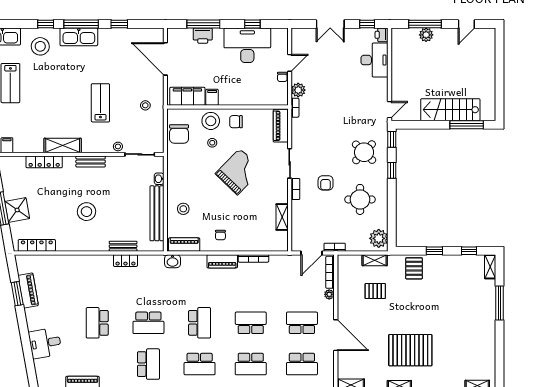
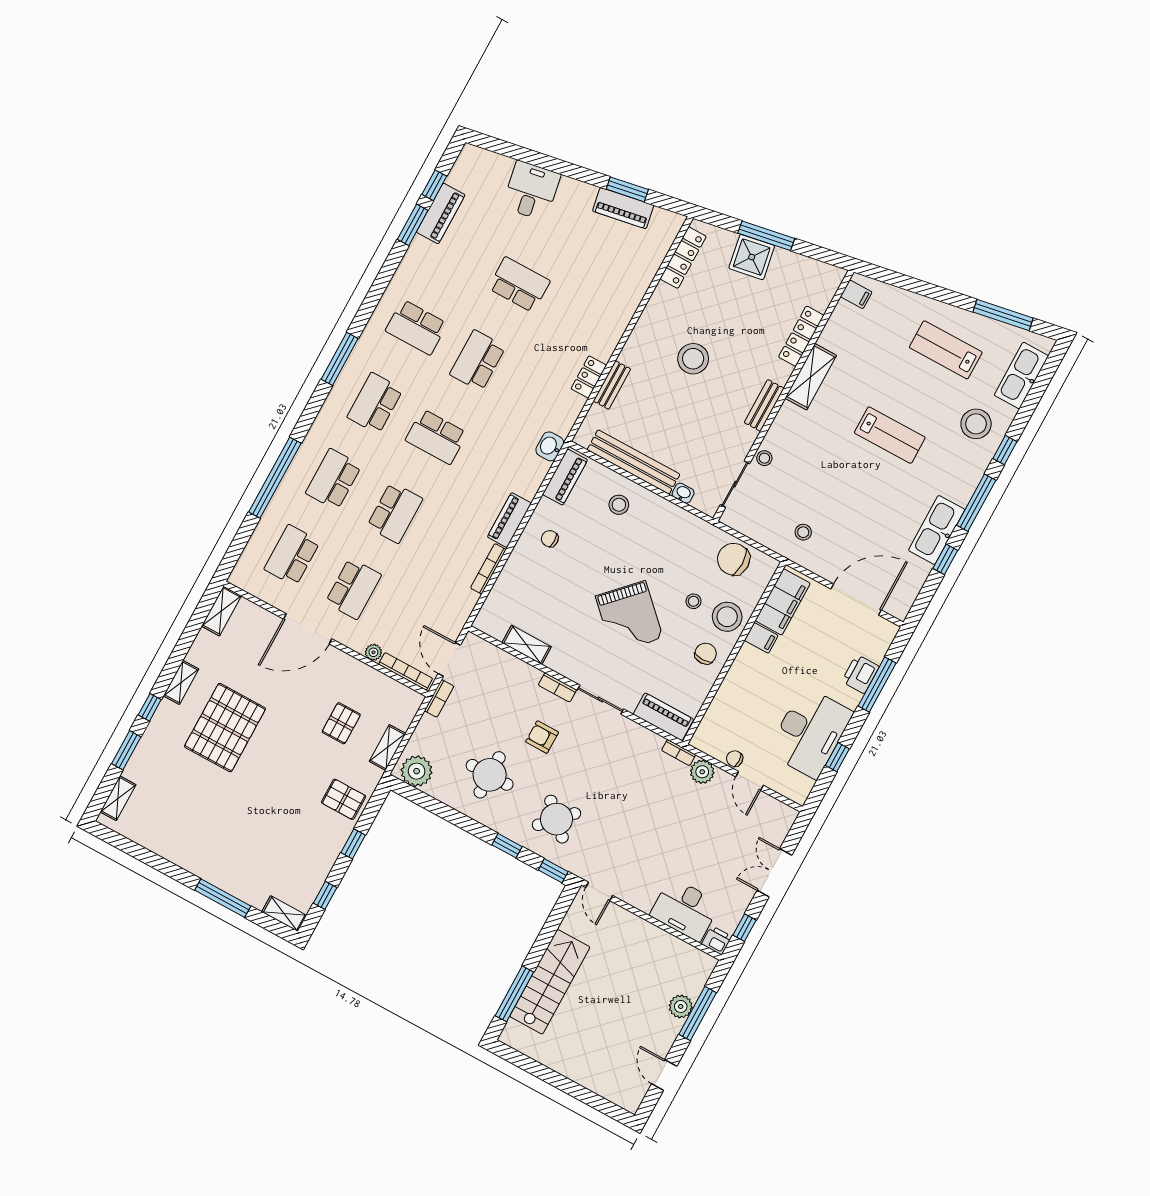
kitchen sink: (79, 37) -> (937, 530), moved
lab bench: (100, 103) -> (890, 435), moved

